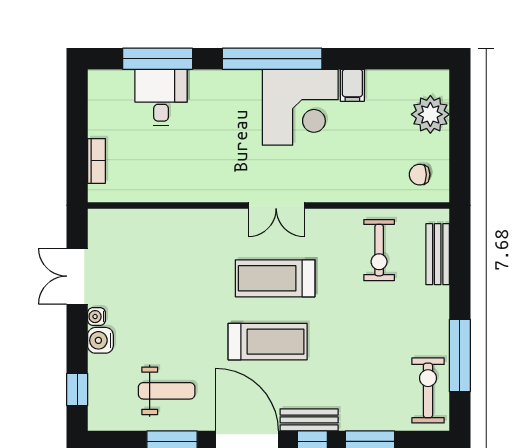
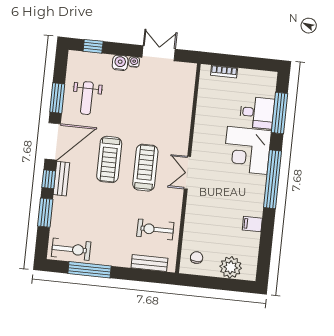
corner desk: (300, 107) -> (247, 150), moved

